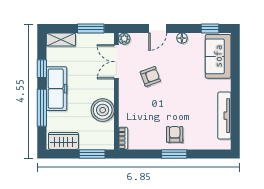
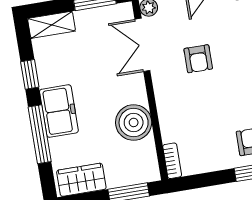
armchair: (150, 76) -> (198, 59), turned 110
freezer: (57, 89) -> (59, 111), width x0.71

